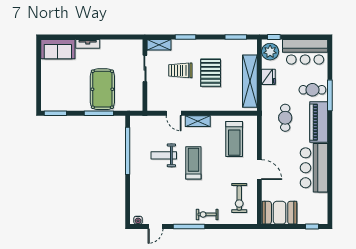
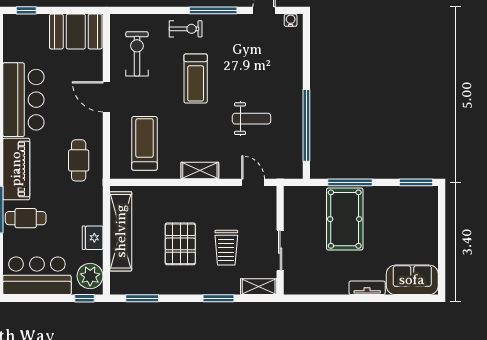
trolley: (180, 70) -> (226, 248), turned 90
door: (174, 113) -> (253, 182), moved
cafe table: (285, 118) -> (79, 160), moved
treadmill: (193, 163) -> (196, 79), moved

